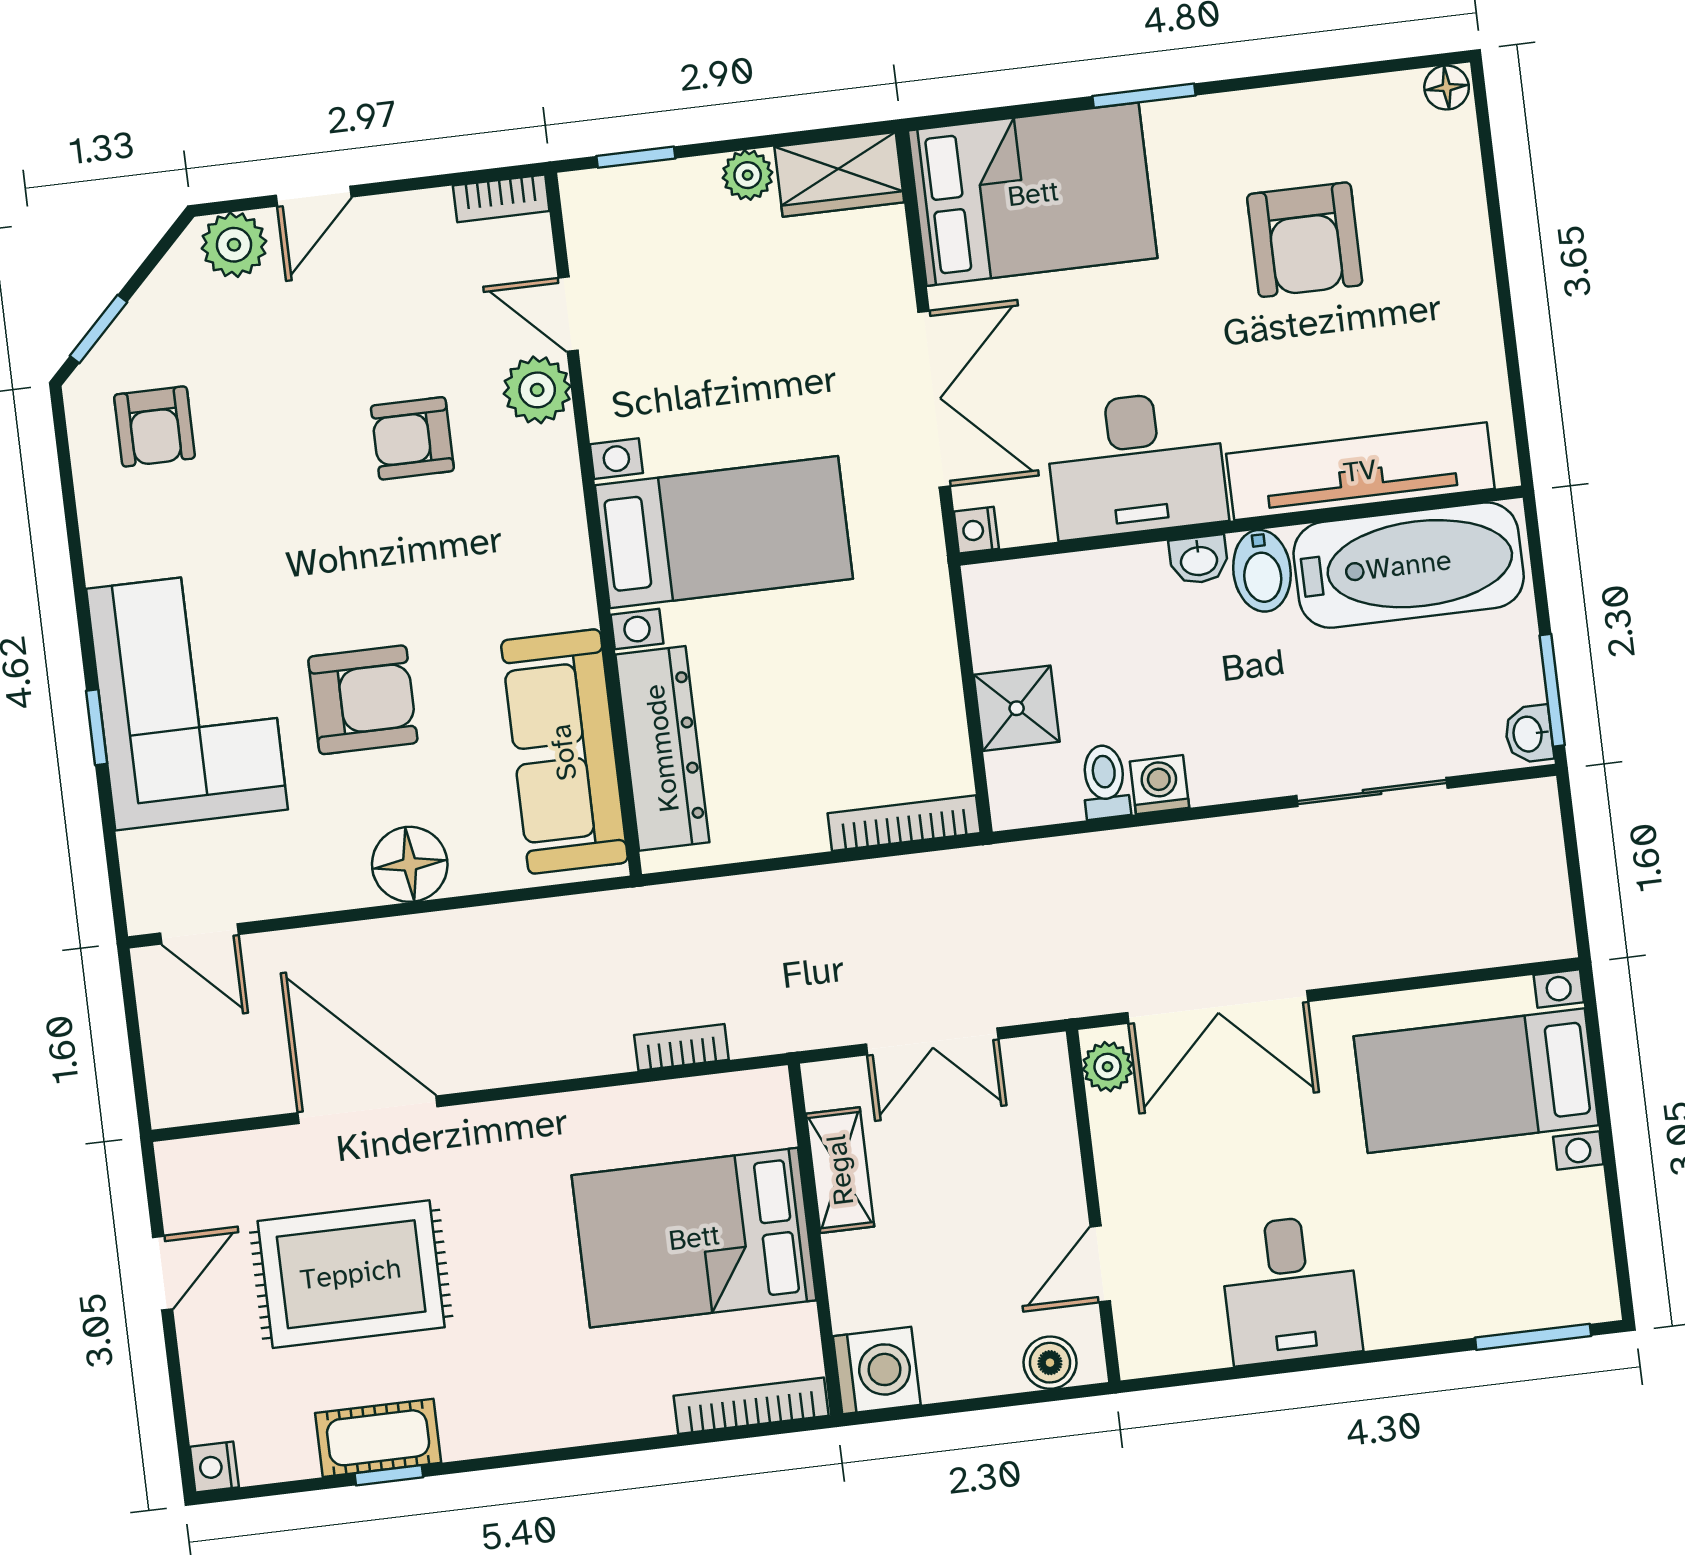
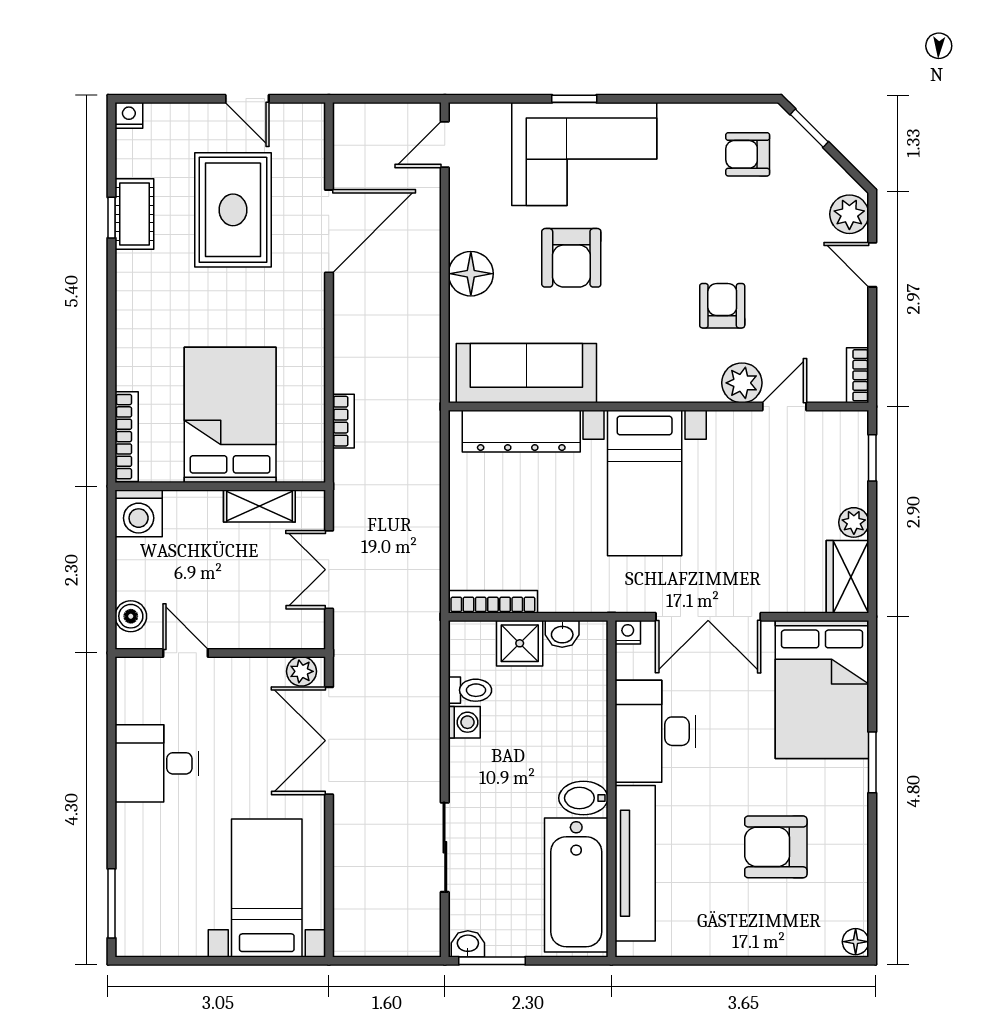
washbasin: (1199, 560) -> (562, 634), moved, turned -90
bookcase: (904, 823) -> (493, 602), moved, turned -90

